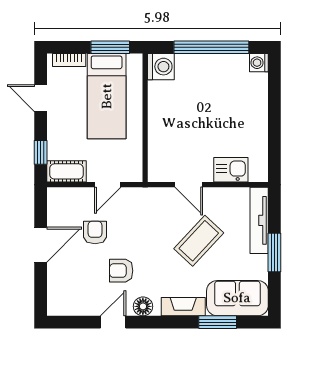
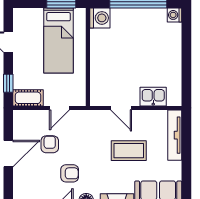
bookcase: (69, 60) -> (30, 13), removed
coffee table: (199, 241) -> (129, 151), turned 47
window: (274, 252) -> (186, 160), removed
armchair: (121, 271) -> (70, 173), turned 180

